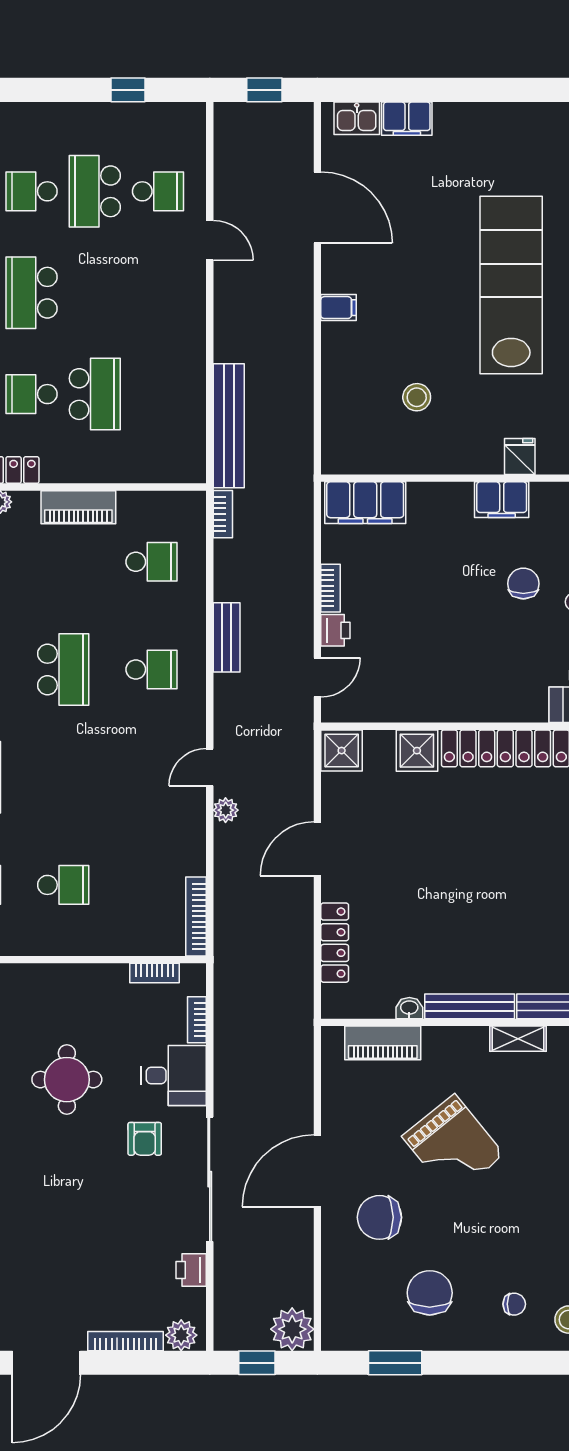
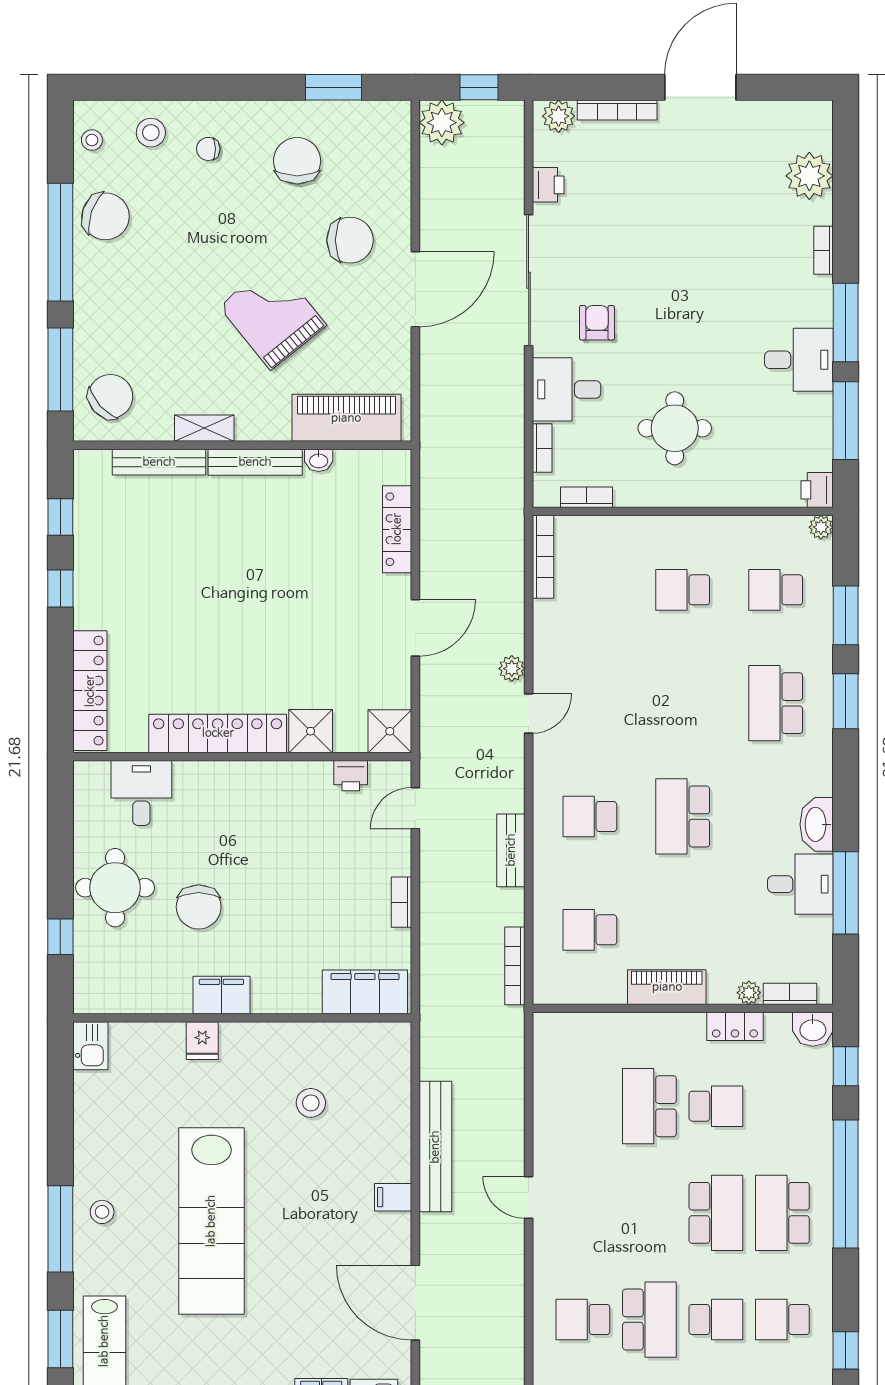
door: (210, 240) -> (529, 1198), moved
bench: (229, 426) -> (435, 1147), moved
bookcase: (223, 514) -> (515, 966), width x1.56
chair: (523, 584) -> (199, 907), width x1.37, depth x1.37
printer: (335, 630) -> (351, 776), moved, turned -90
piano: (383, 1043) -> (346, 418), width x1.37, depth x1.33
round table: (67, 1080) -> (675, 428), moved
chair: (430, 1293) -> (297, 161), turned 180

